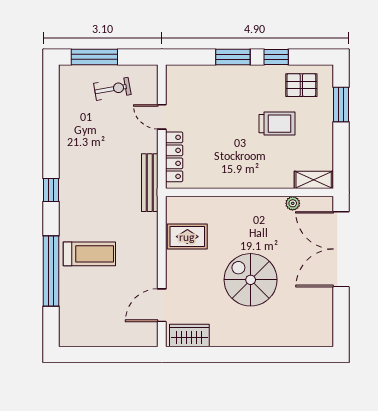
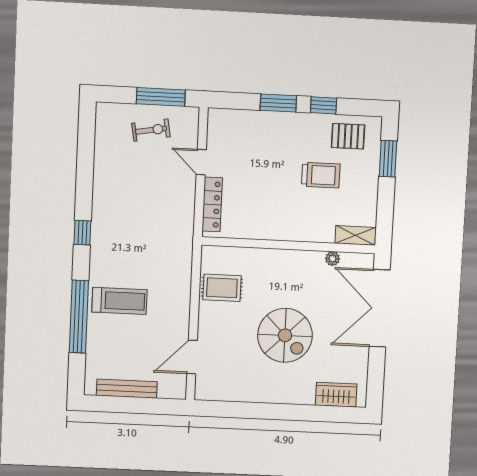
window: (94, 57) -> (161, 97), moved
bench: (150, 183) -> (127, 389), moved, turned 90
spiral stairs: (251, 280) -> (285, 335), turned 180
wardrobe: (189, 335) -> (336, 395), moved

